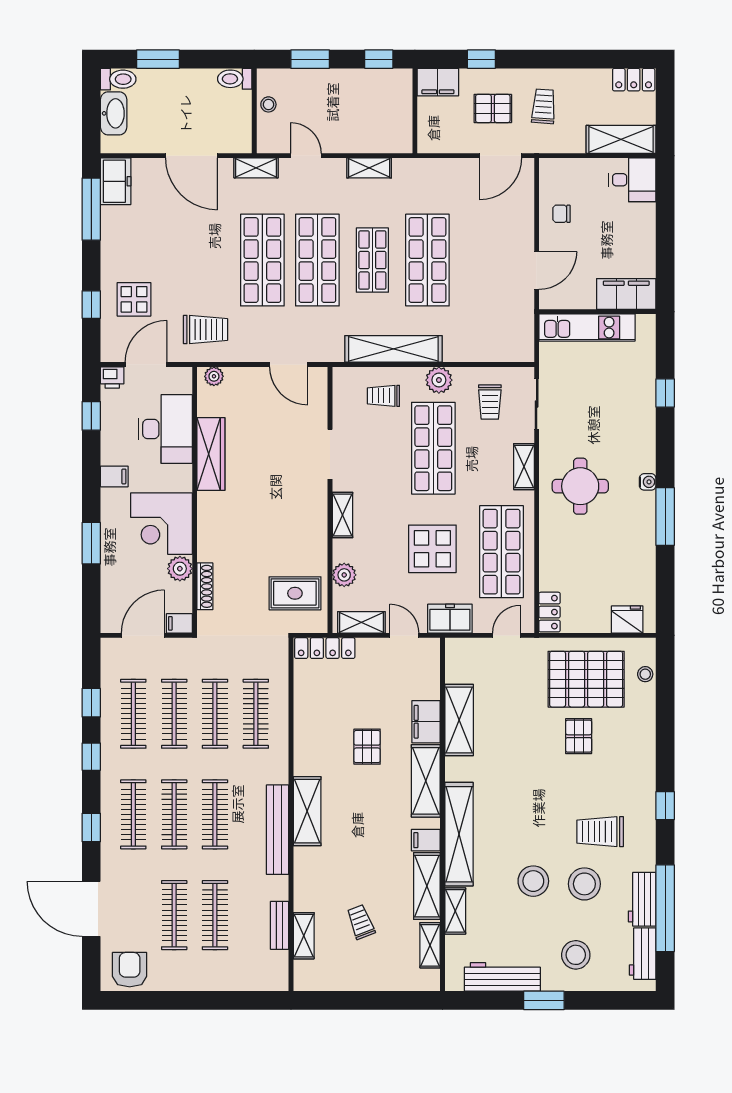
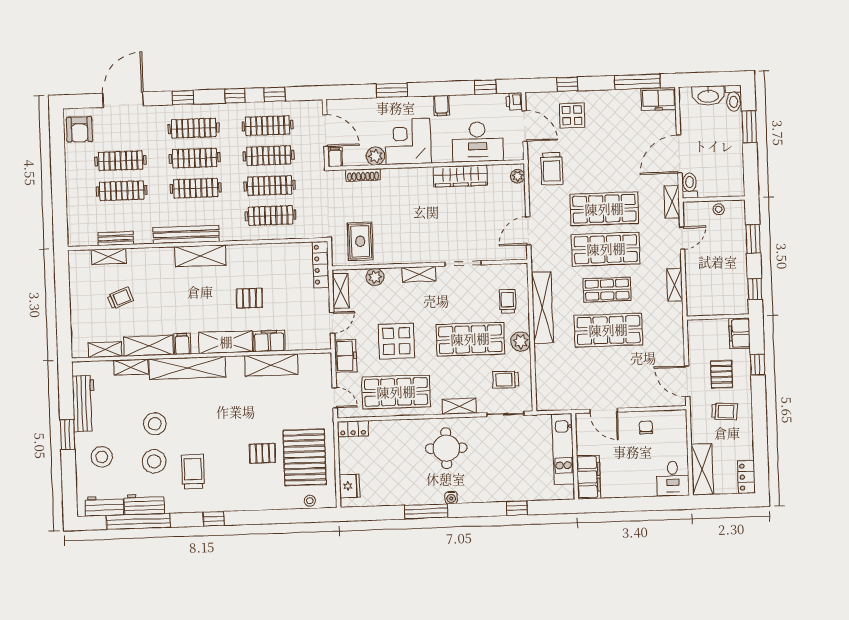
toilet: (235, 79) -> (690, 185), moved
armchair: (130, 970) -> (79, 129), turned 90

